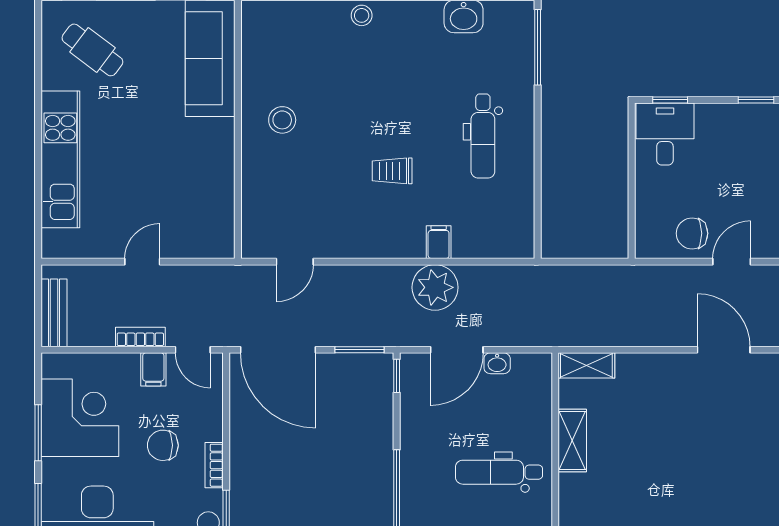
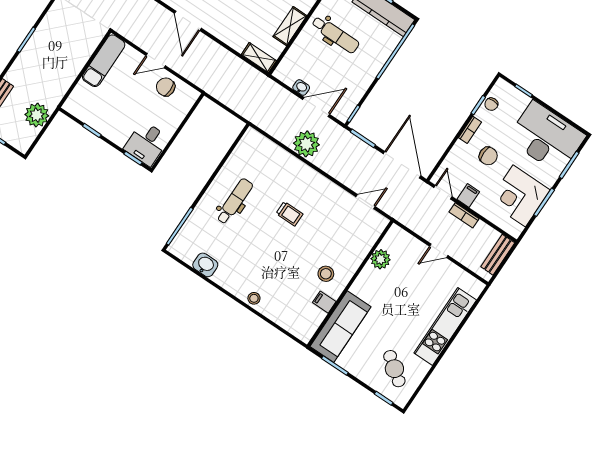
plant: (218, 193) -> (380, 259), added
chair: (692, 233) -> (166, 87), turned 180
filing cabinet: (439, 242) -> (324, 302), moved, turned 90

